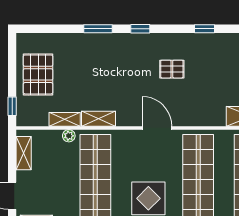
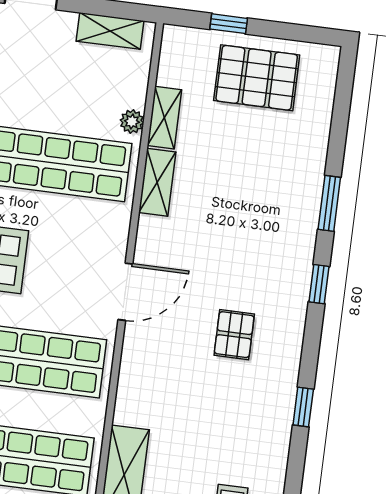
window: (12, 106) -> (229, 24), moved

